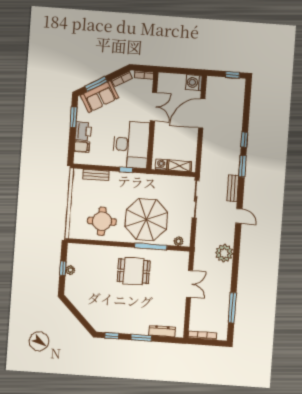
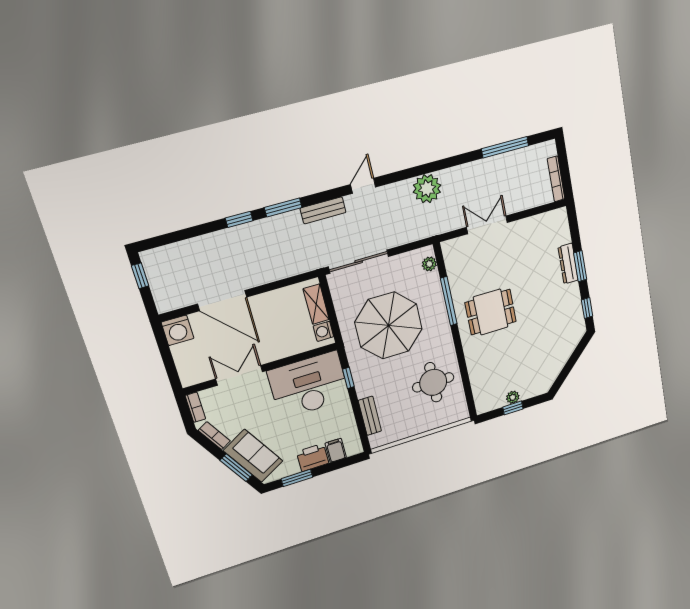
parasol: (146, 219) -> (389, 326), moved
dining table: (134, 271) -> (491, 312), turned 90
dresser: (162, 331) -> (568, 264), moved

